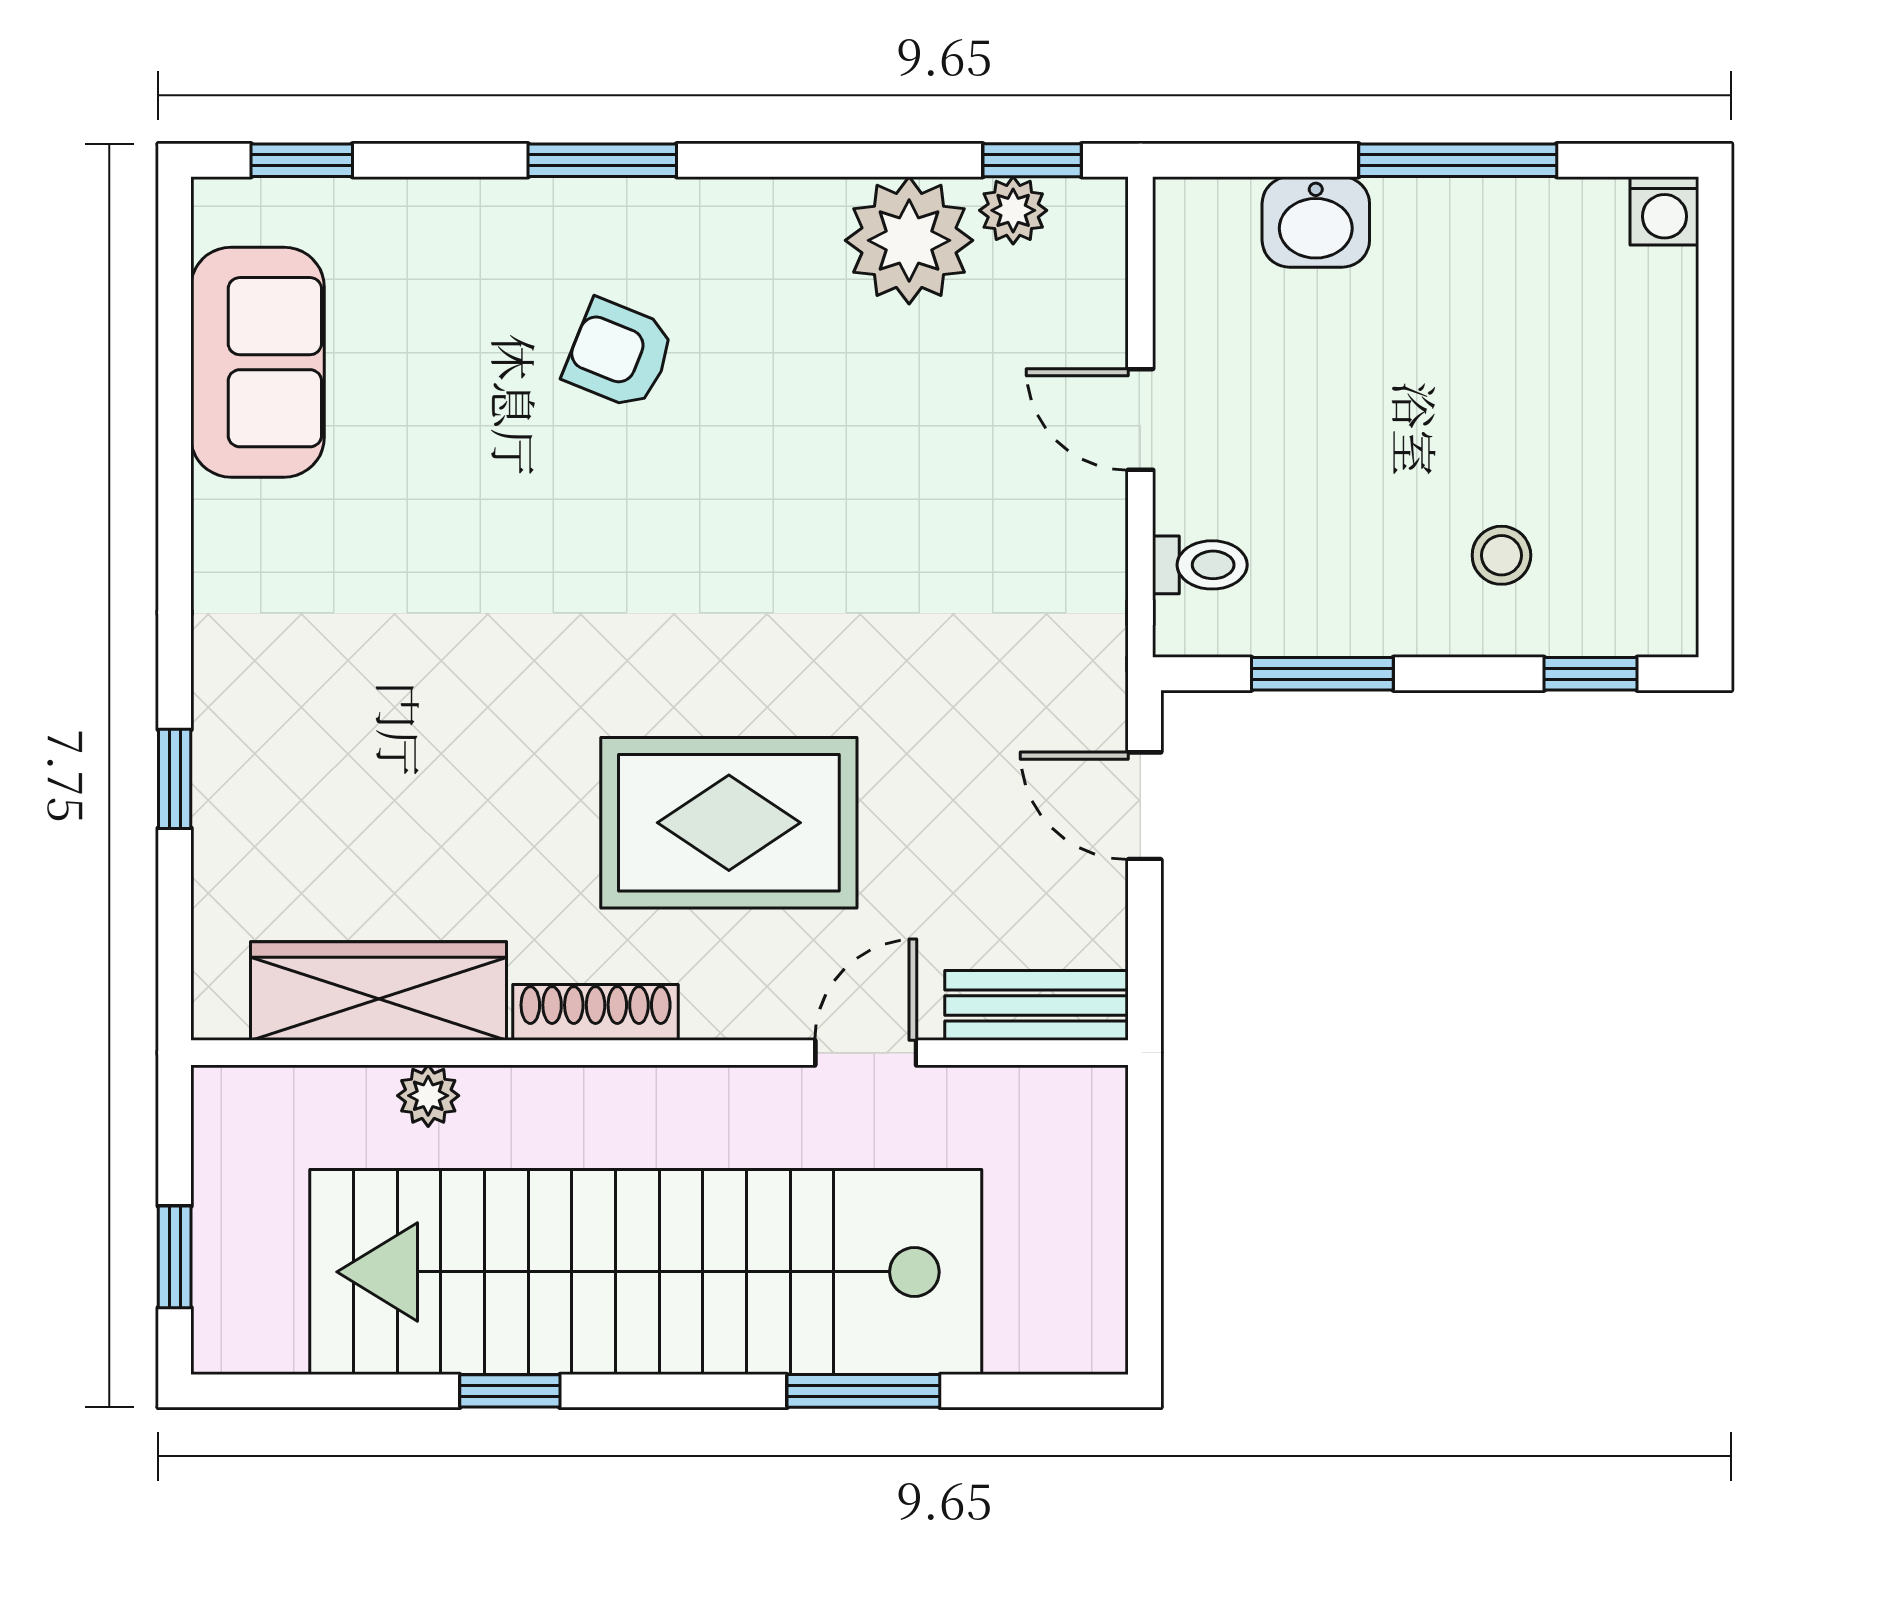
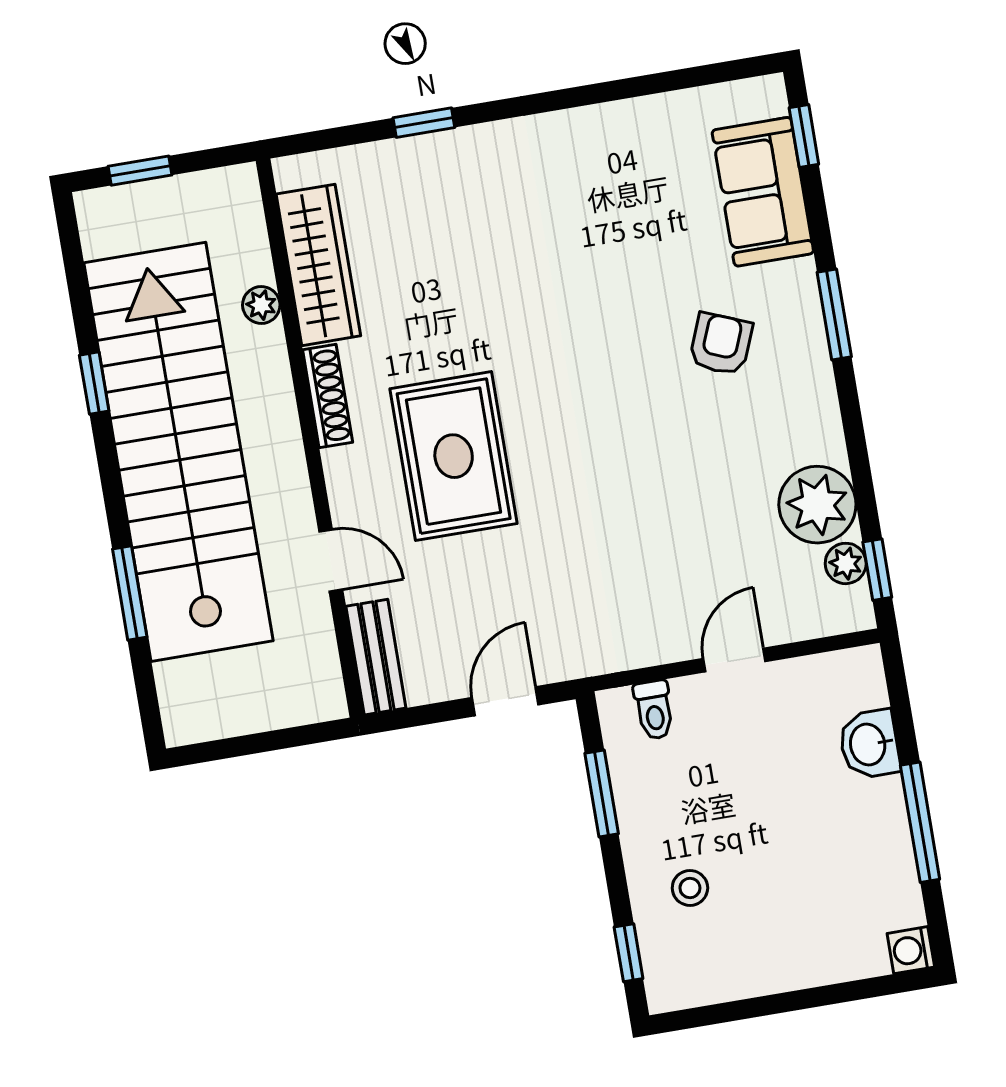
sofa: (258, 362) -> (763, 192), moved, turned 90

